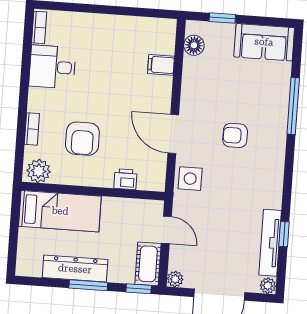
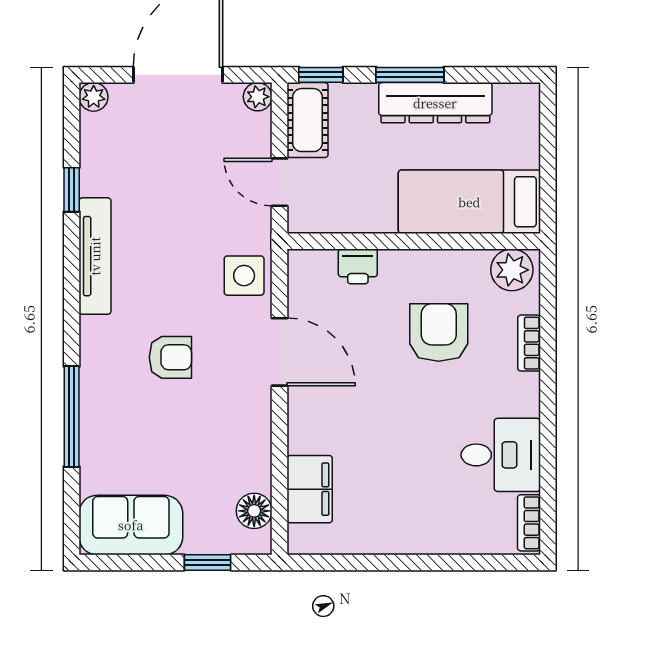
filing cabinet: (161, 65) -> (310, 489), width x2.00
tv unit: (270, 243) -> (95, 256), moved

